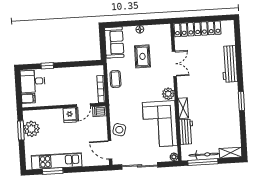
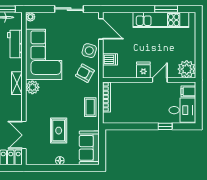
double door: (174, 64) -> (24, 135), moved
door: (83, 105) -> (160, 80), moved
shelving: (183, 108) -> (17, 83), moved
armchair: (122, 109) -> (85, 73), added
dishwasher: (99, 111) -> (110, 59), moved
plant: (32, 129) -> (187, 69), moved
window: (21, 130) -> (199, 56), removed
sliding door: (140, 166) -> (69, 9), width x0.73

